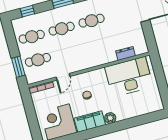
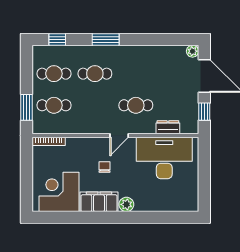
cafe table: (92, 21) -> (136, 105), moved
window: (149, 35) -> (204, 112), added
door: (63, 77) -> (119, 135), moved

